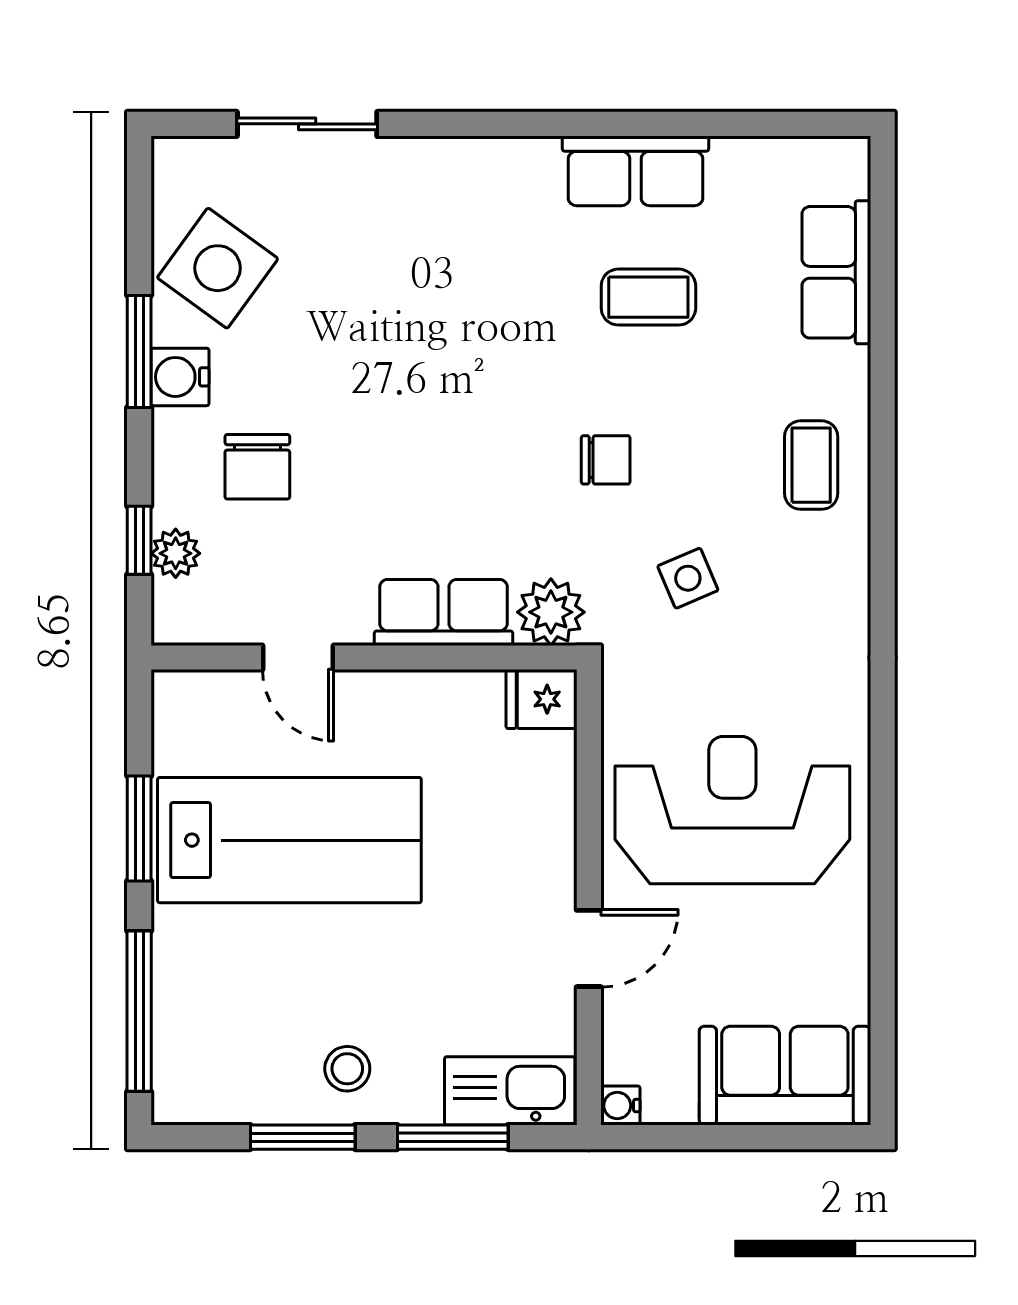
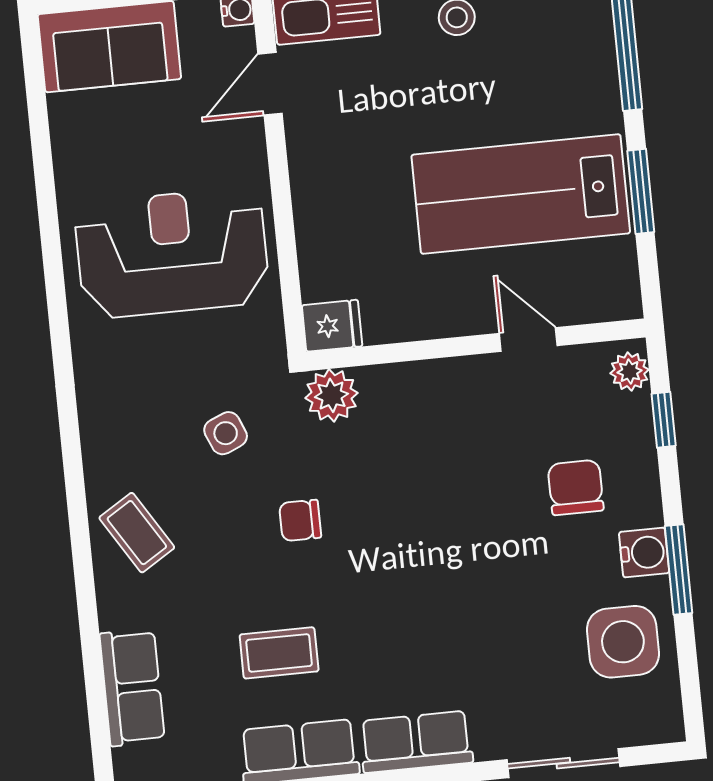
side table: (218, 268) -> (623, 642), turned -36
coffee table: (811, 465) -> (137, 533), turned -32
plant: (176, 553) -> (630, 371), moved
row of seats: (444, 612) -> (416, 742), moved, turned 180
reception desk: (732, 810) -> (172, 253), turned 180
door: (589, 948) -> (270, 84), moved

